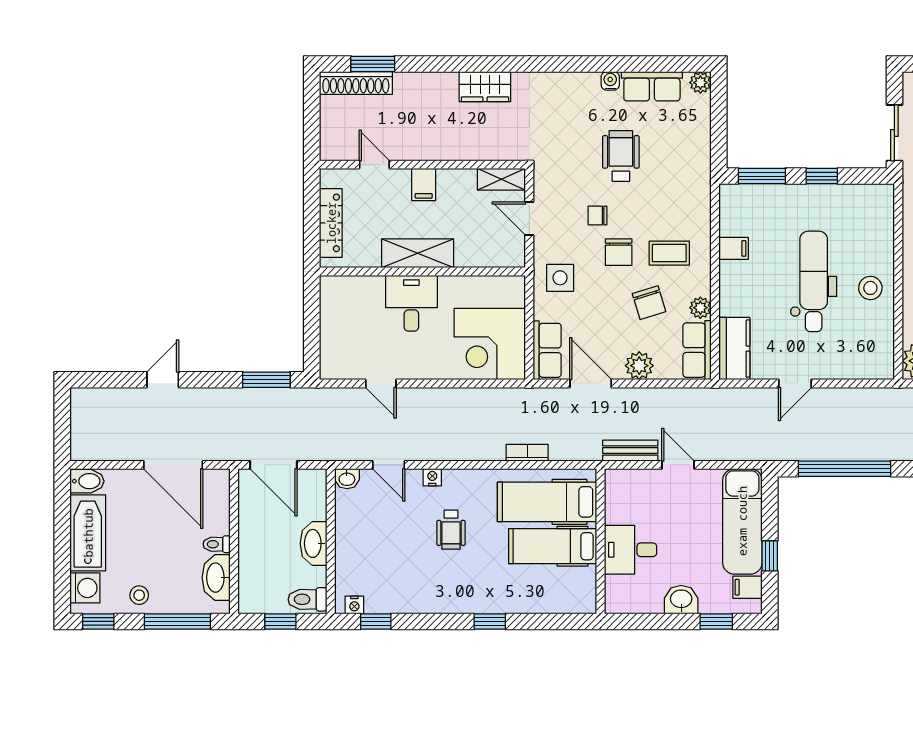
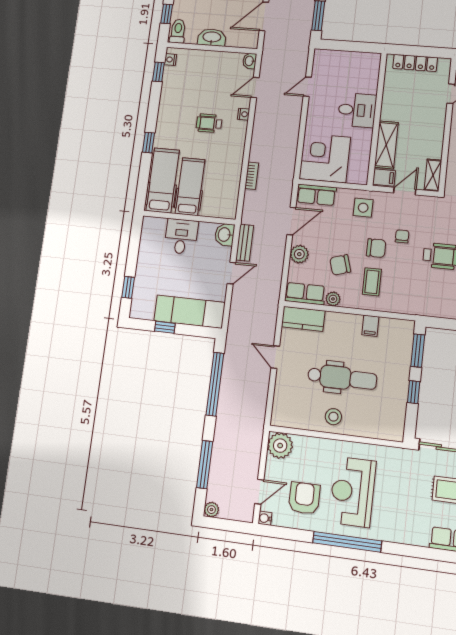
filing cabinet: (424, 185) -> (384, 177), moved, turned 180
chair: (619, 252) -> (376, 248), turned 180
shelving: (418, 253) -> (386, 145), moved
hospital bed: (547, 502) -> (163, 180), moved
filing cabinet: (747, 587) -> (147, 310), removed
washbasin: (681, 600) -> (225, 235), moved, turned 180

